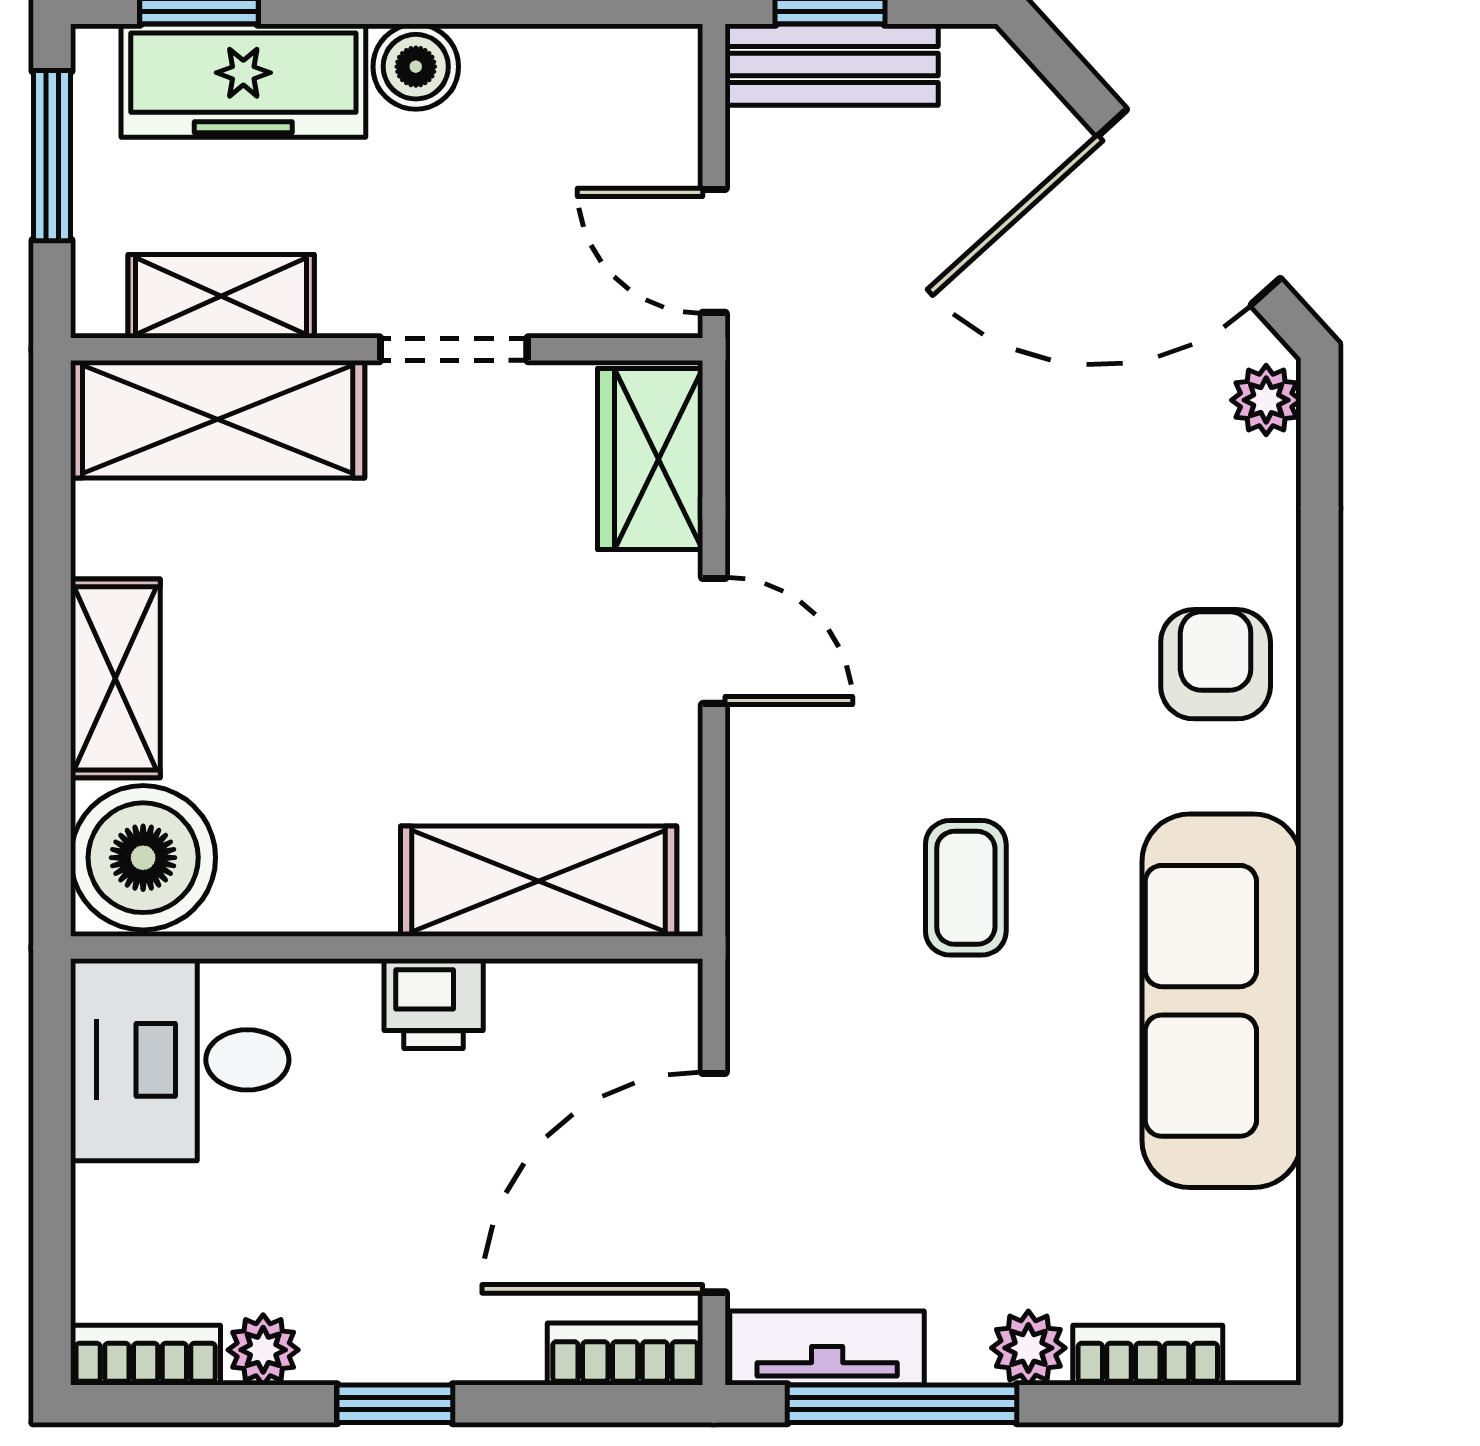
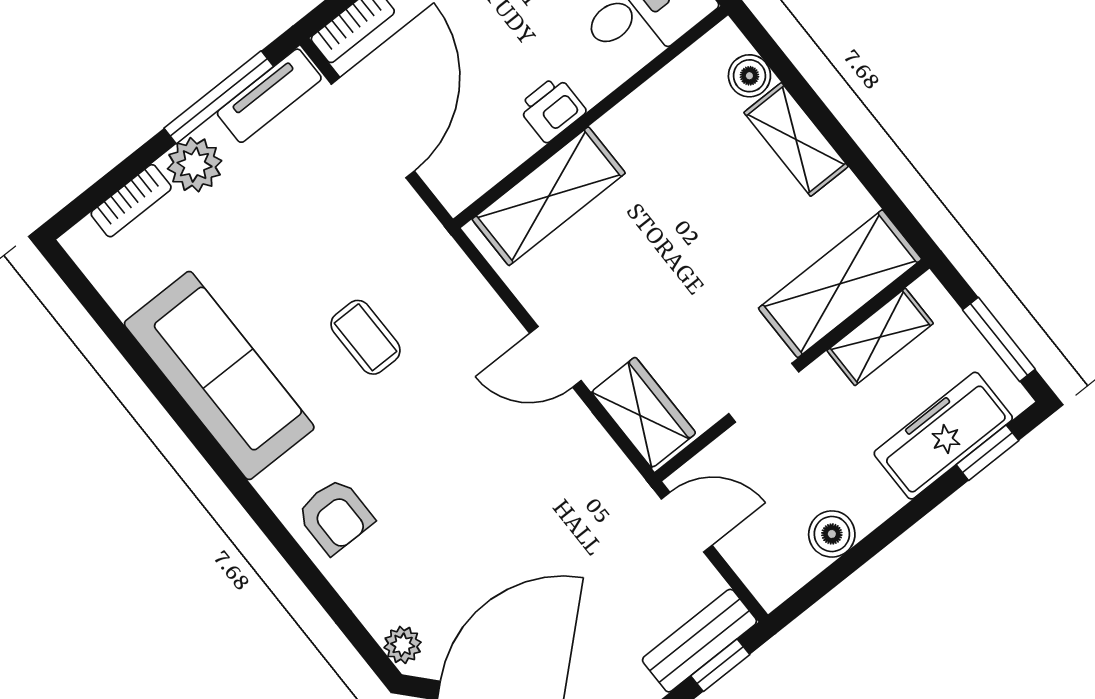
boiler: (416, 67) -> (832, 534), moved
boiler: (143, 858) -> (749, 76), width x0.54, depth x0.54
plant: (1028, 1348) -> (195, 165), width x1.38, depth x1.38

